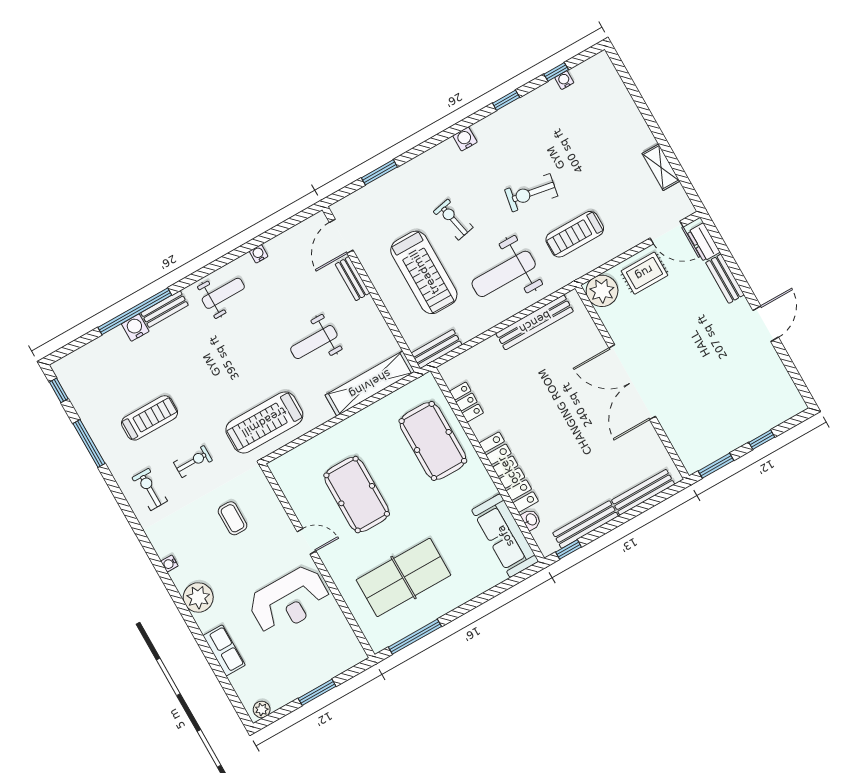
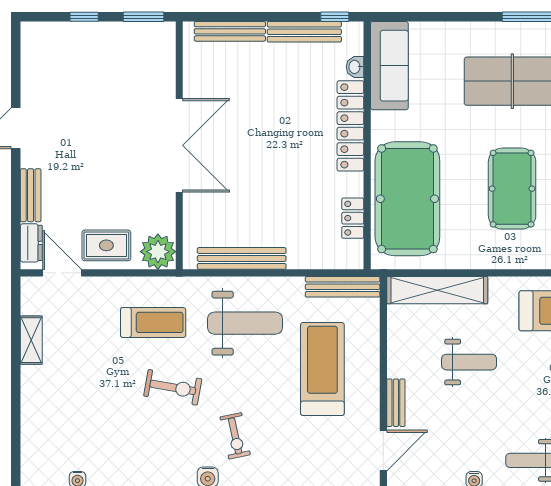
exercise bike: (453, 220) -> (235, 436), moved
bench: (437, 349) -> (343, 287), width x1.36
pool table: (433, 441) -> (407, 199), width x1.36, depth x1.32

